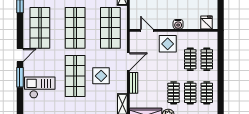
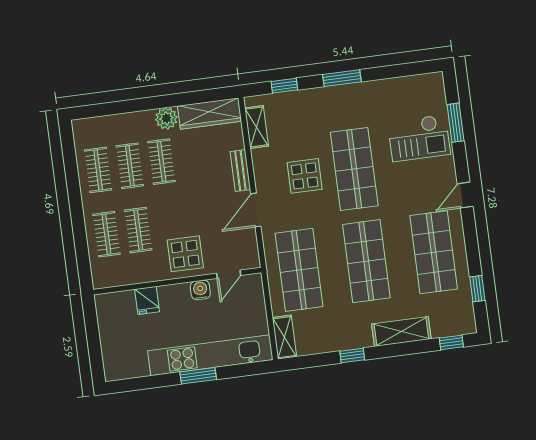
fridge: (207, 22) -> (147, 300), moved
water cooler: (178, 24) -> (200, 290), moved
door: (147, 30) -> (229, 274), hinge flipped
window: (20, 77) -> (455, 123), moved

